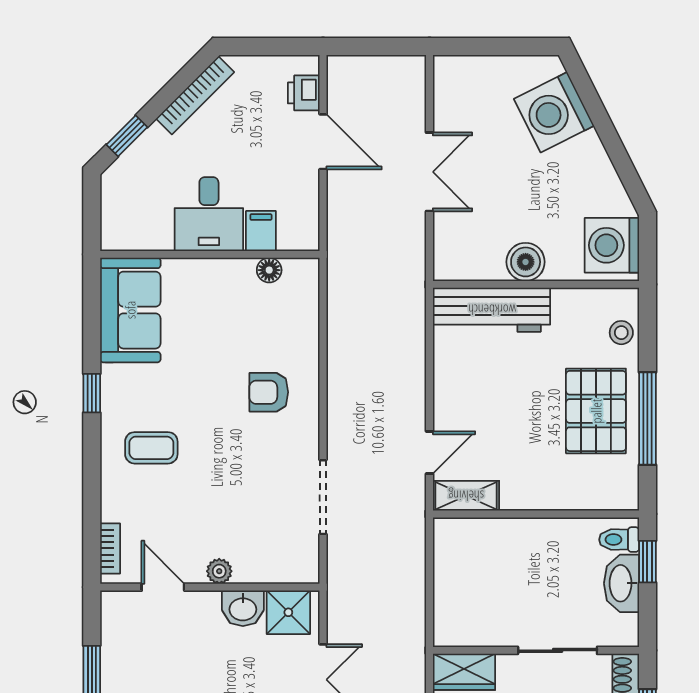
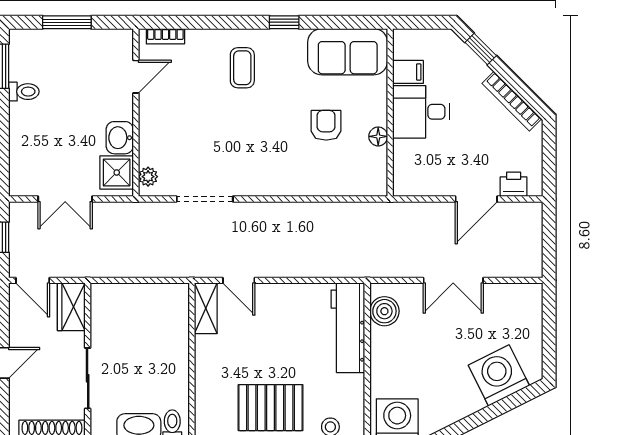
filing cabinet: (261, 231) -> (408, 72), moved
boiler: (526, 262) -> (384, 311), moved
floor lamp: (269, 270) -> (378, 136), moved
armchair: (269, 392) -> (326, 125), moved
plant: (219, 571) -> (148, 177), moved

